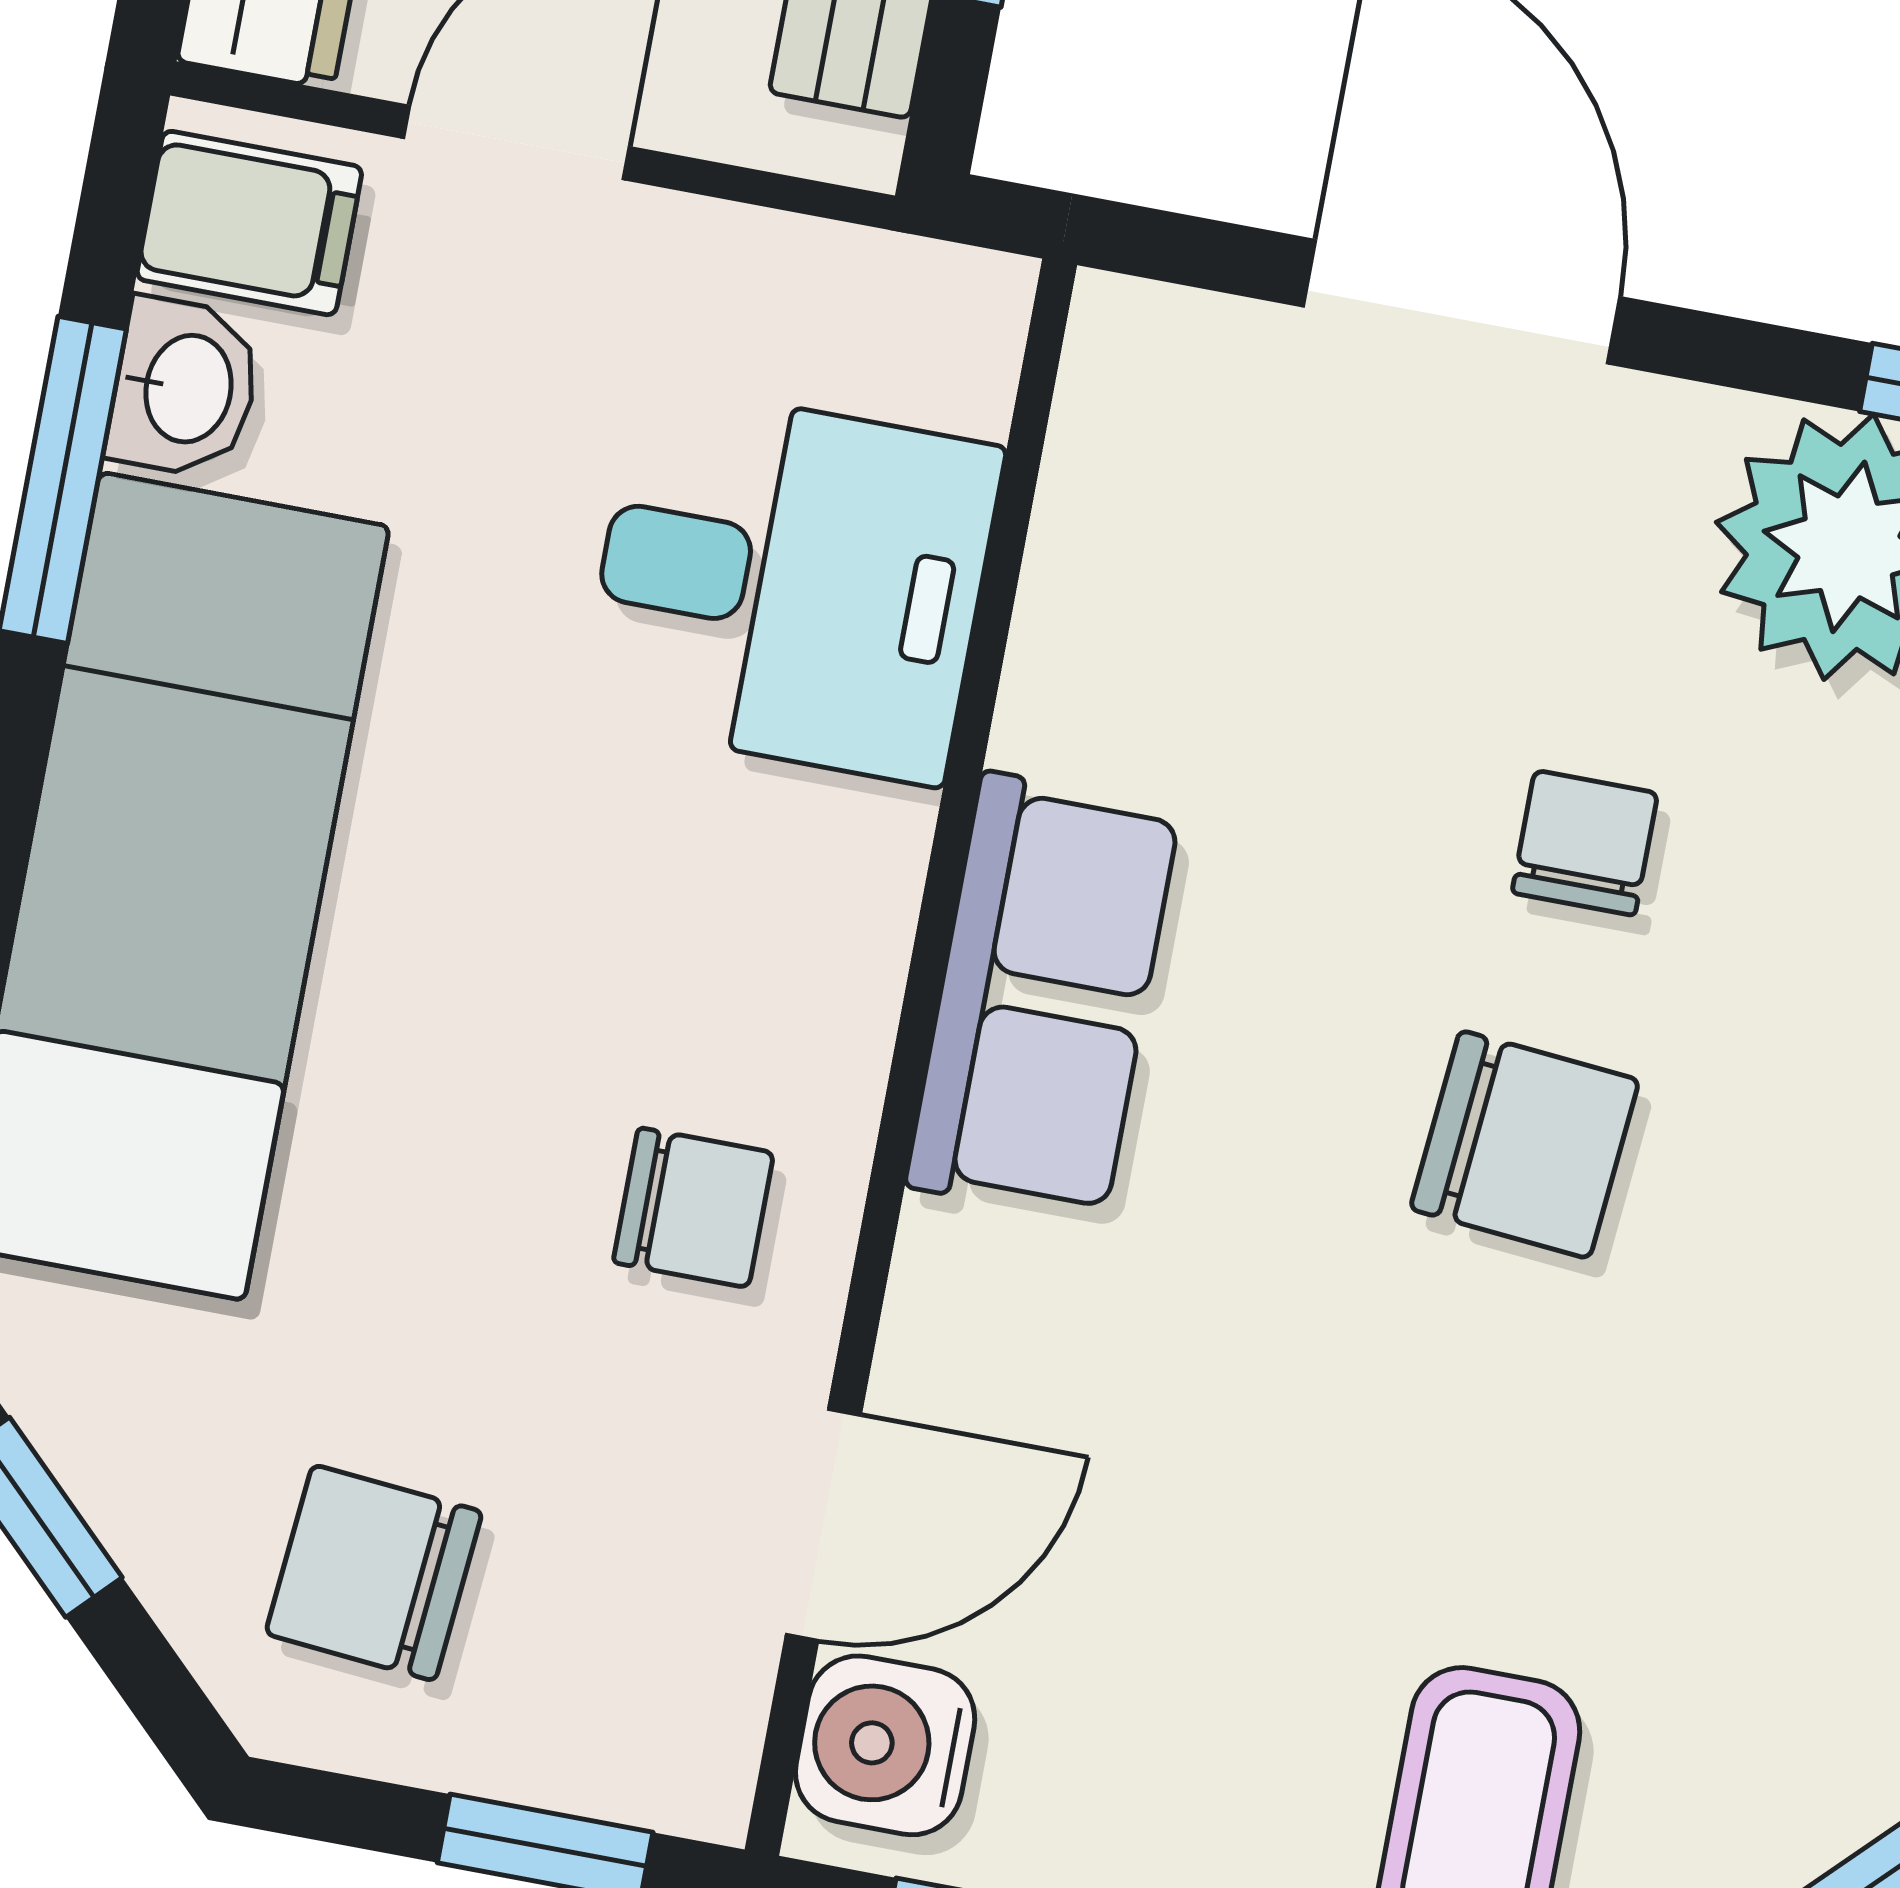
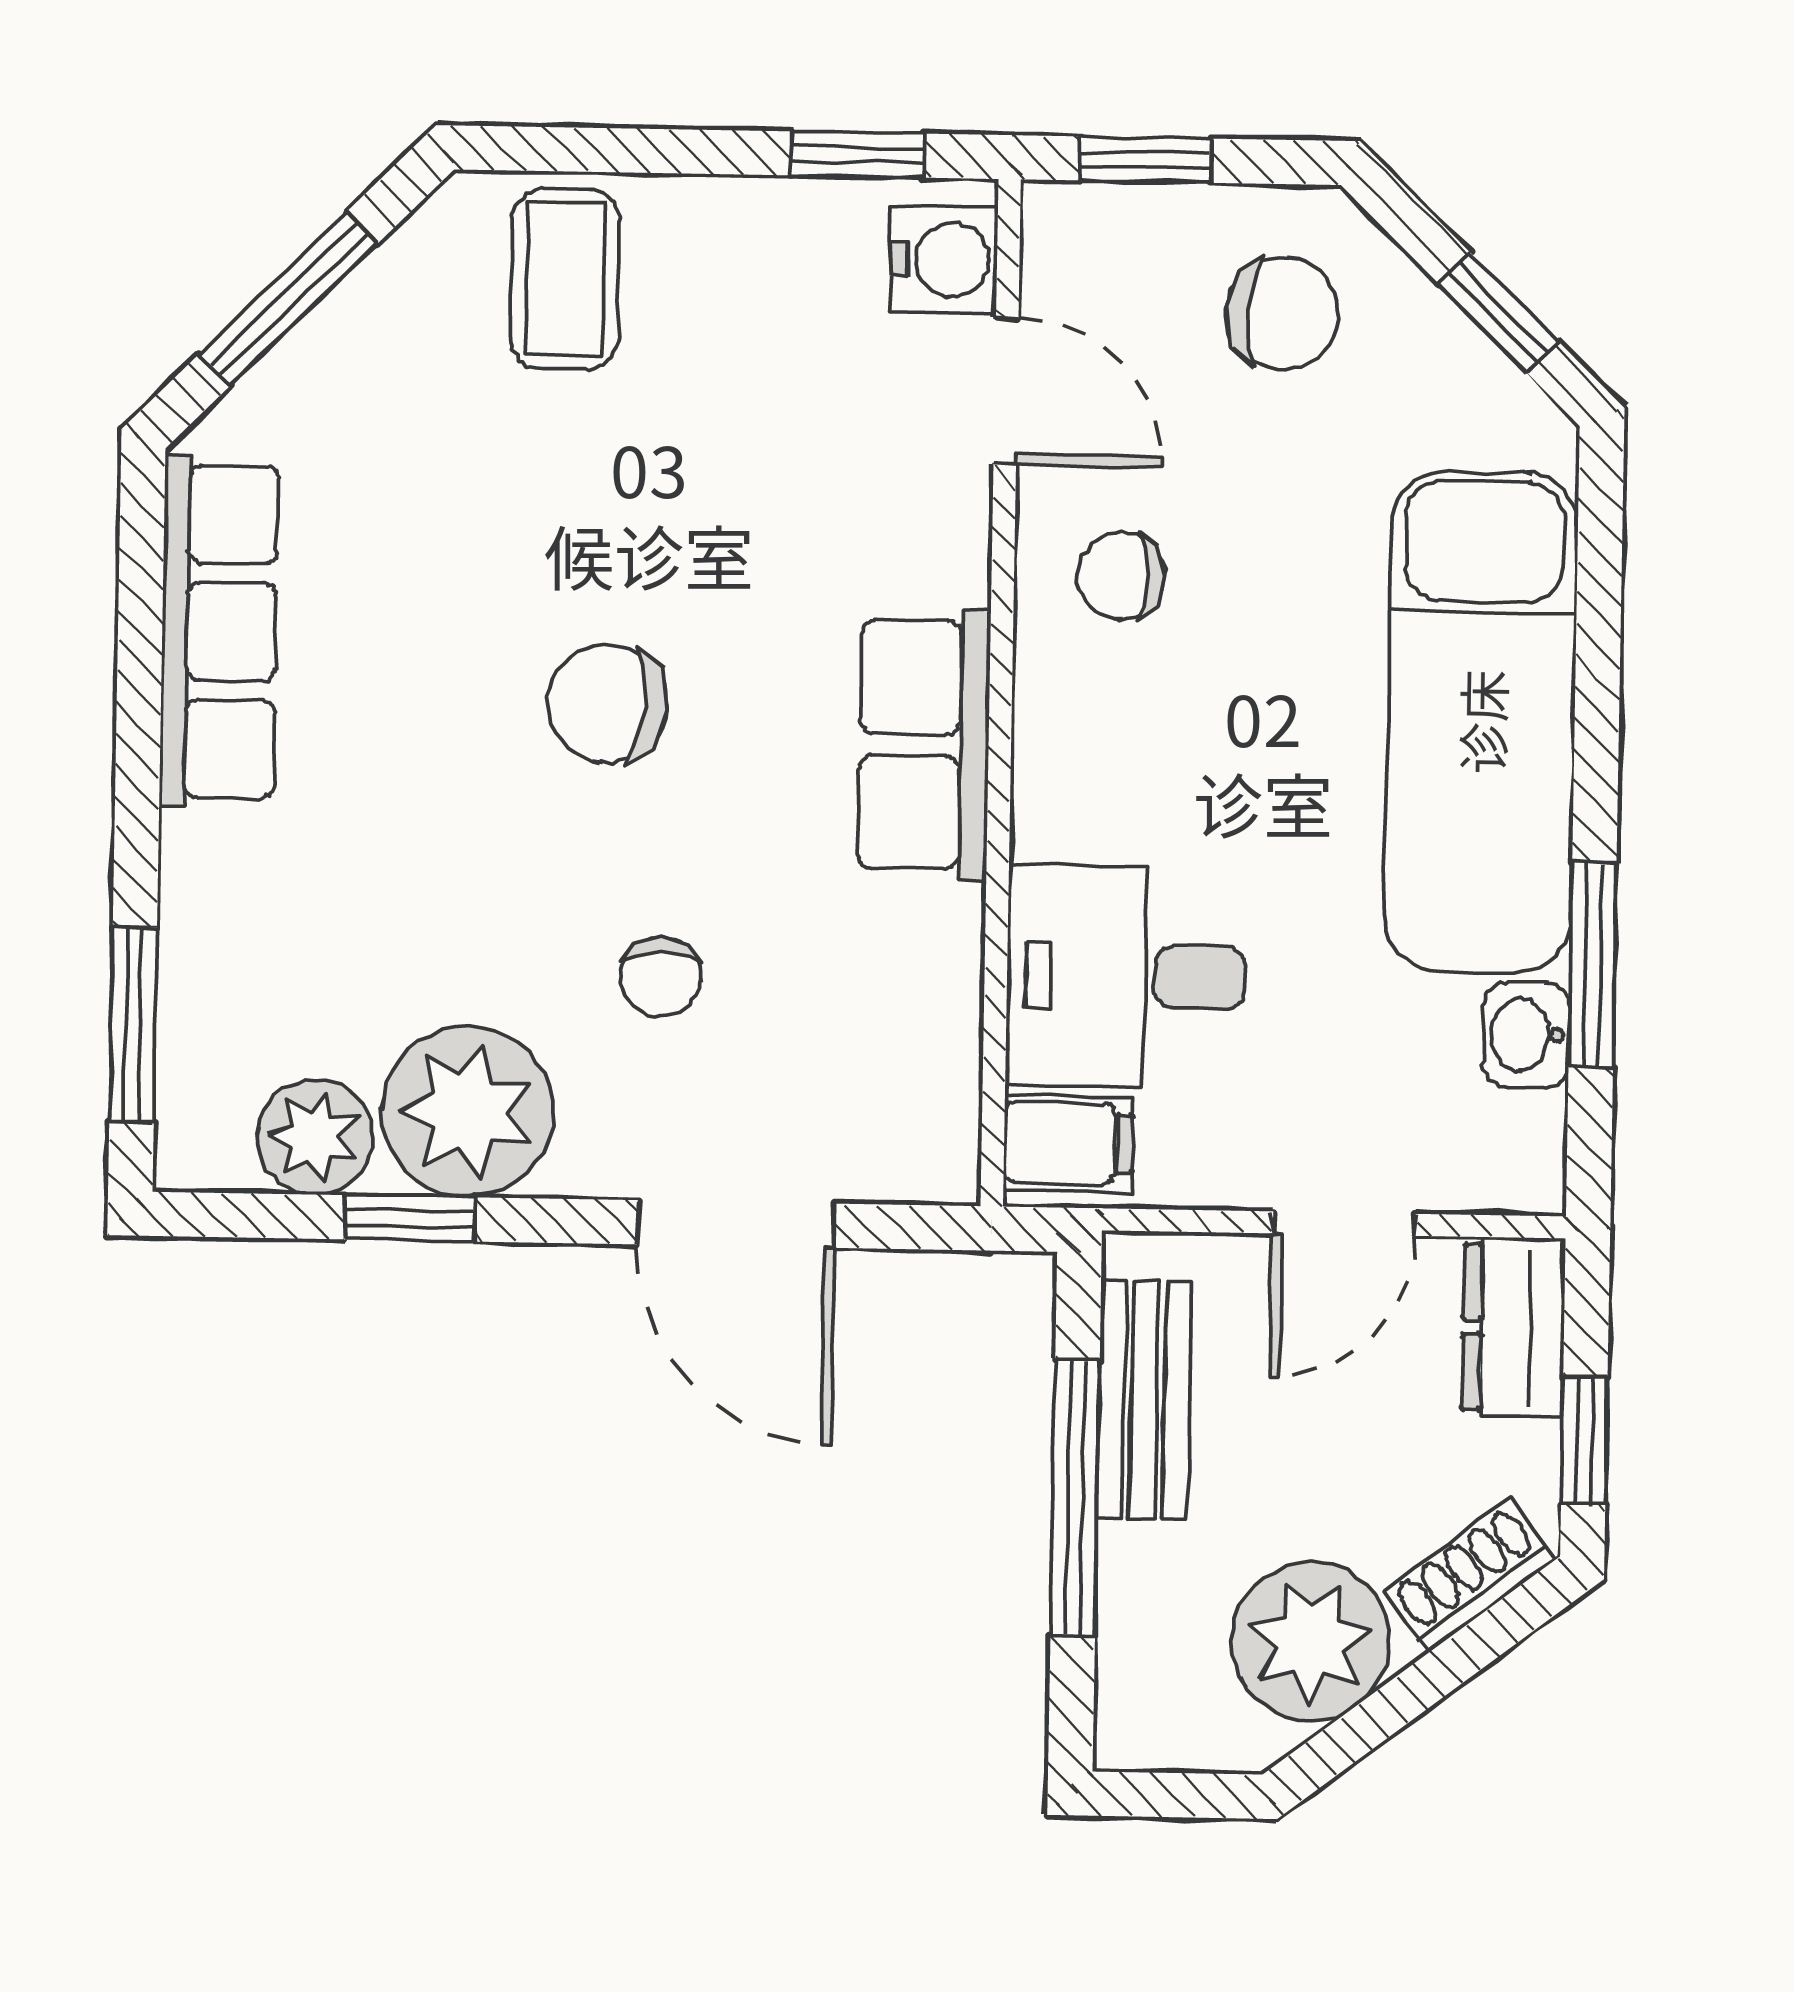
filing cabinet: (249, 223) -> (1068, 1143), moved, turned 180
chair: (1585, 843) -> (661, 977), moved
door: (823, 1525) -> (1006, 391), swing flipped

